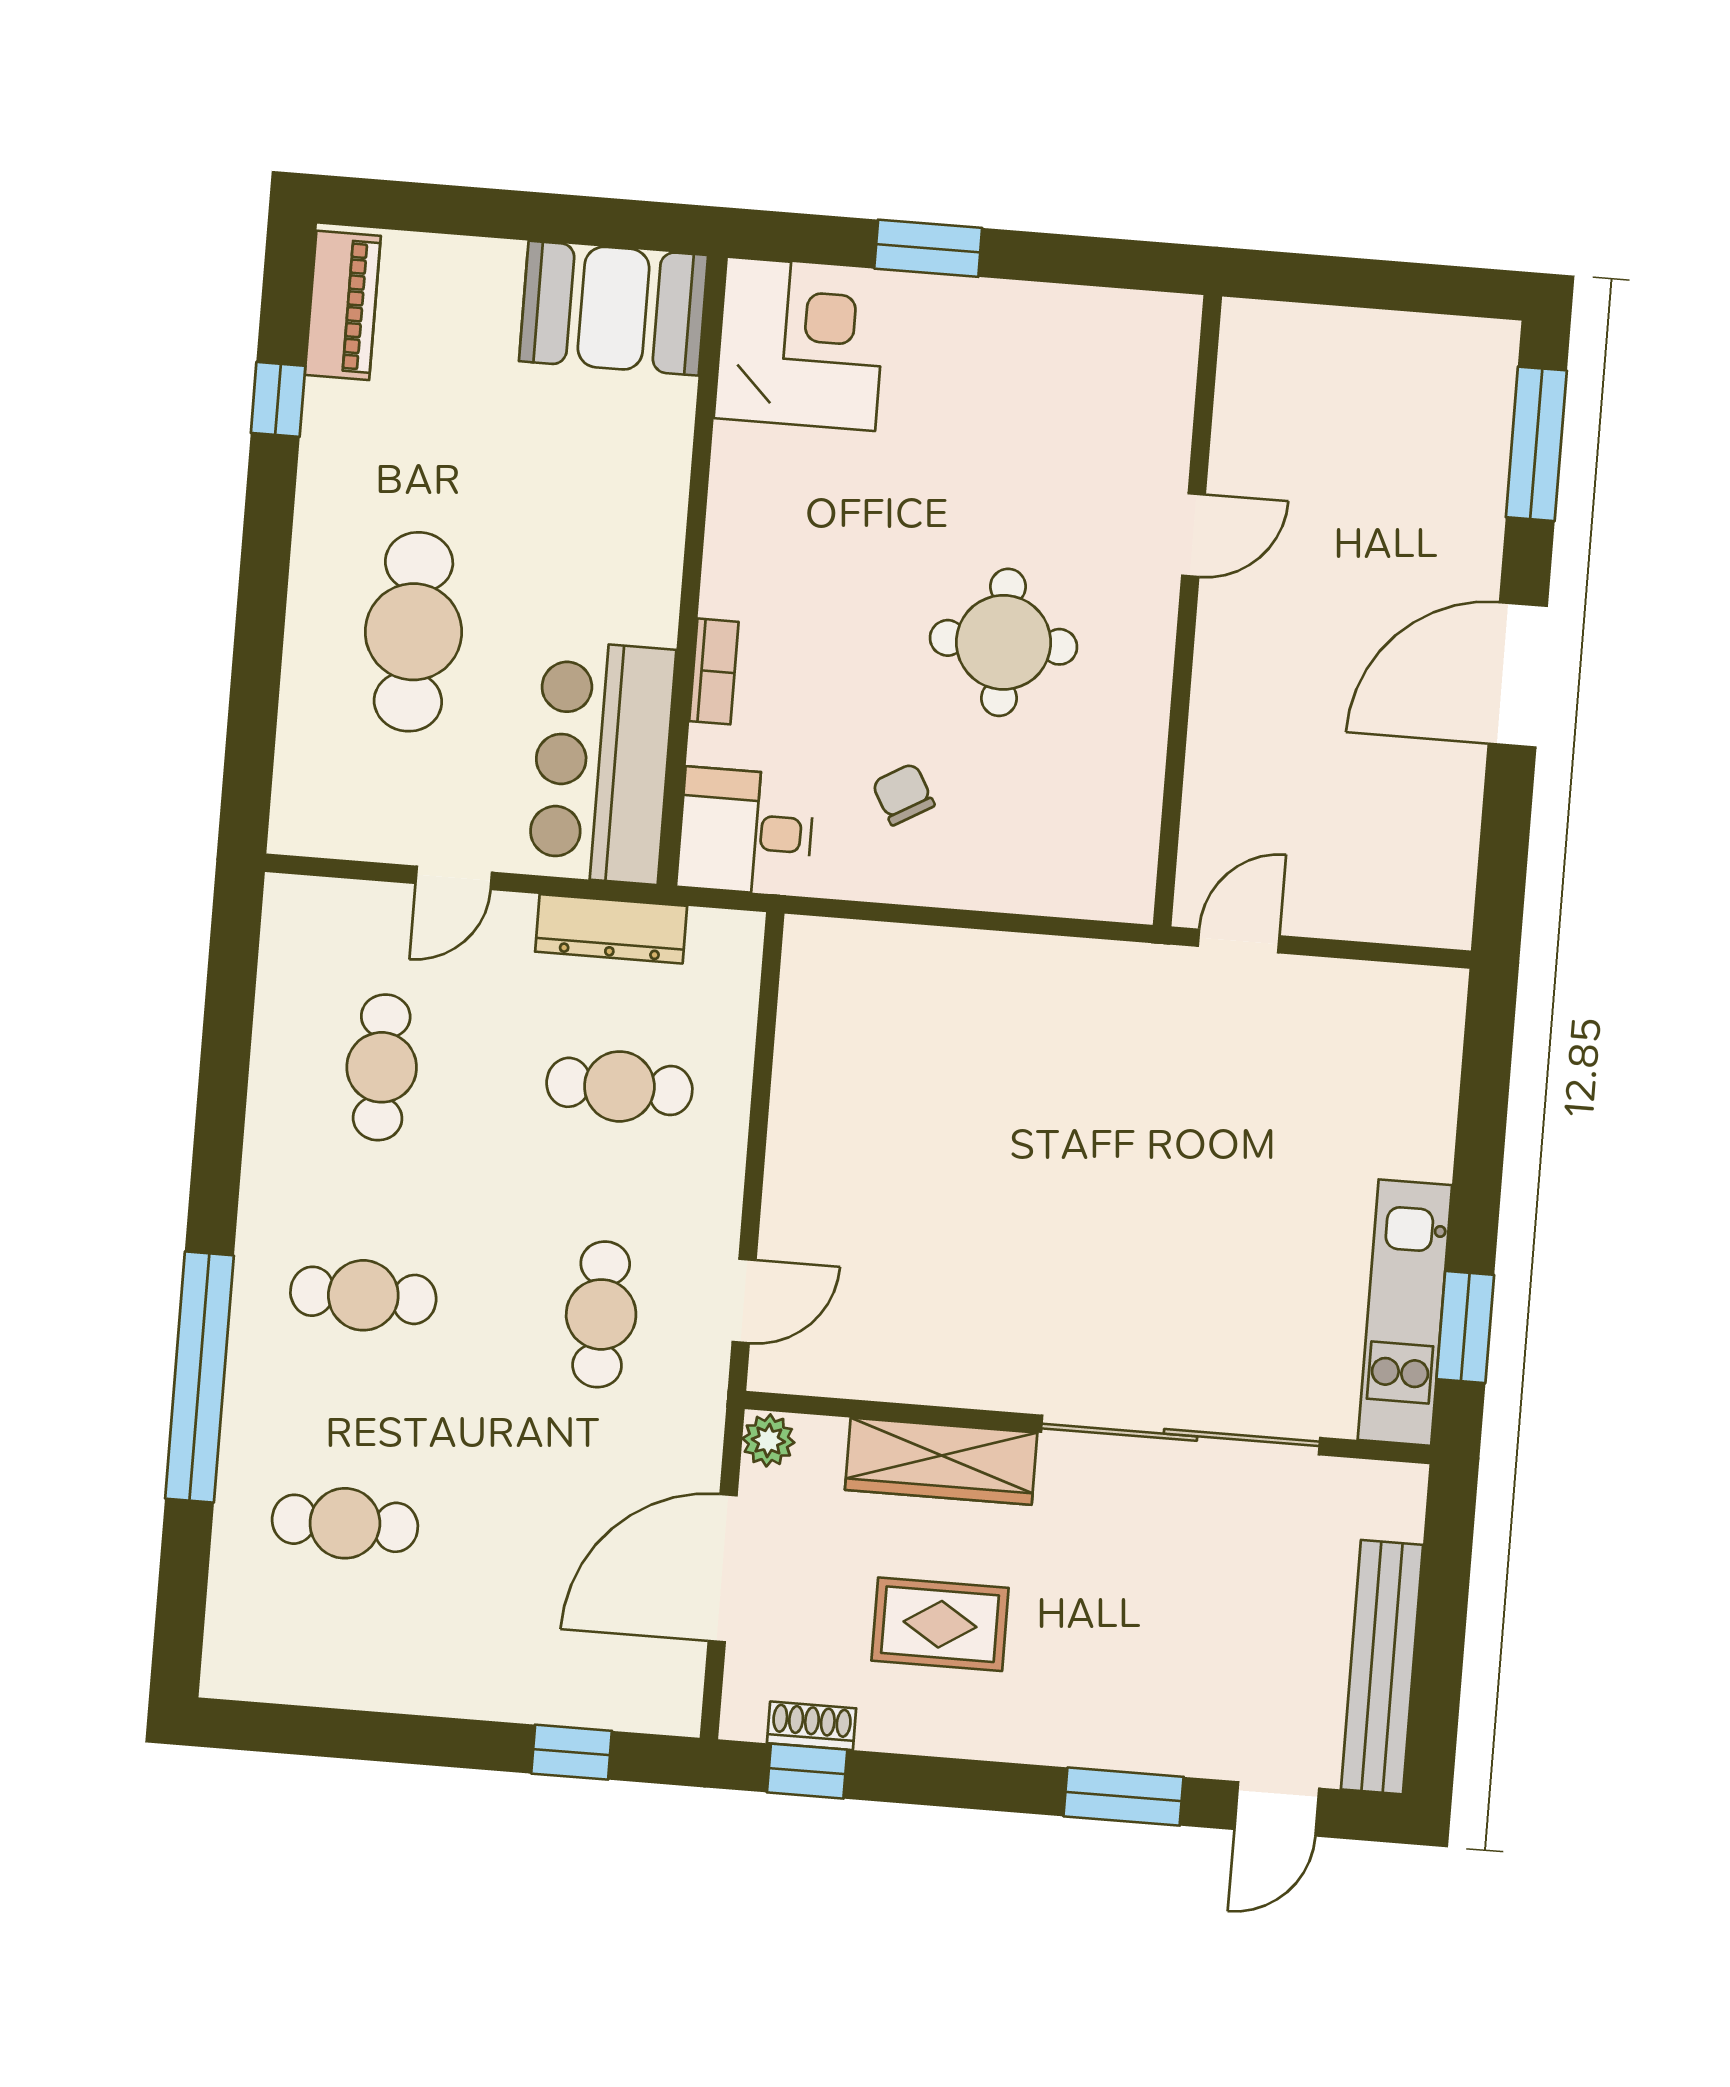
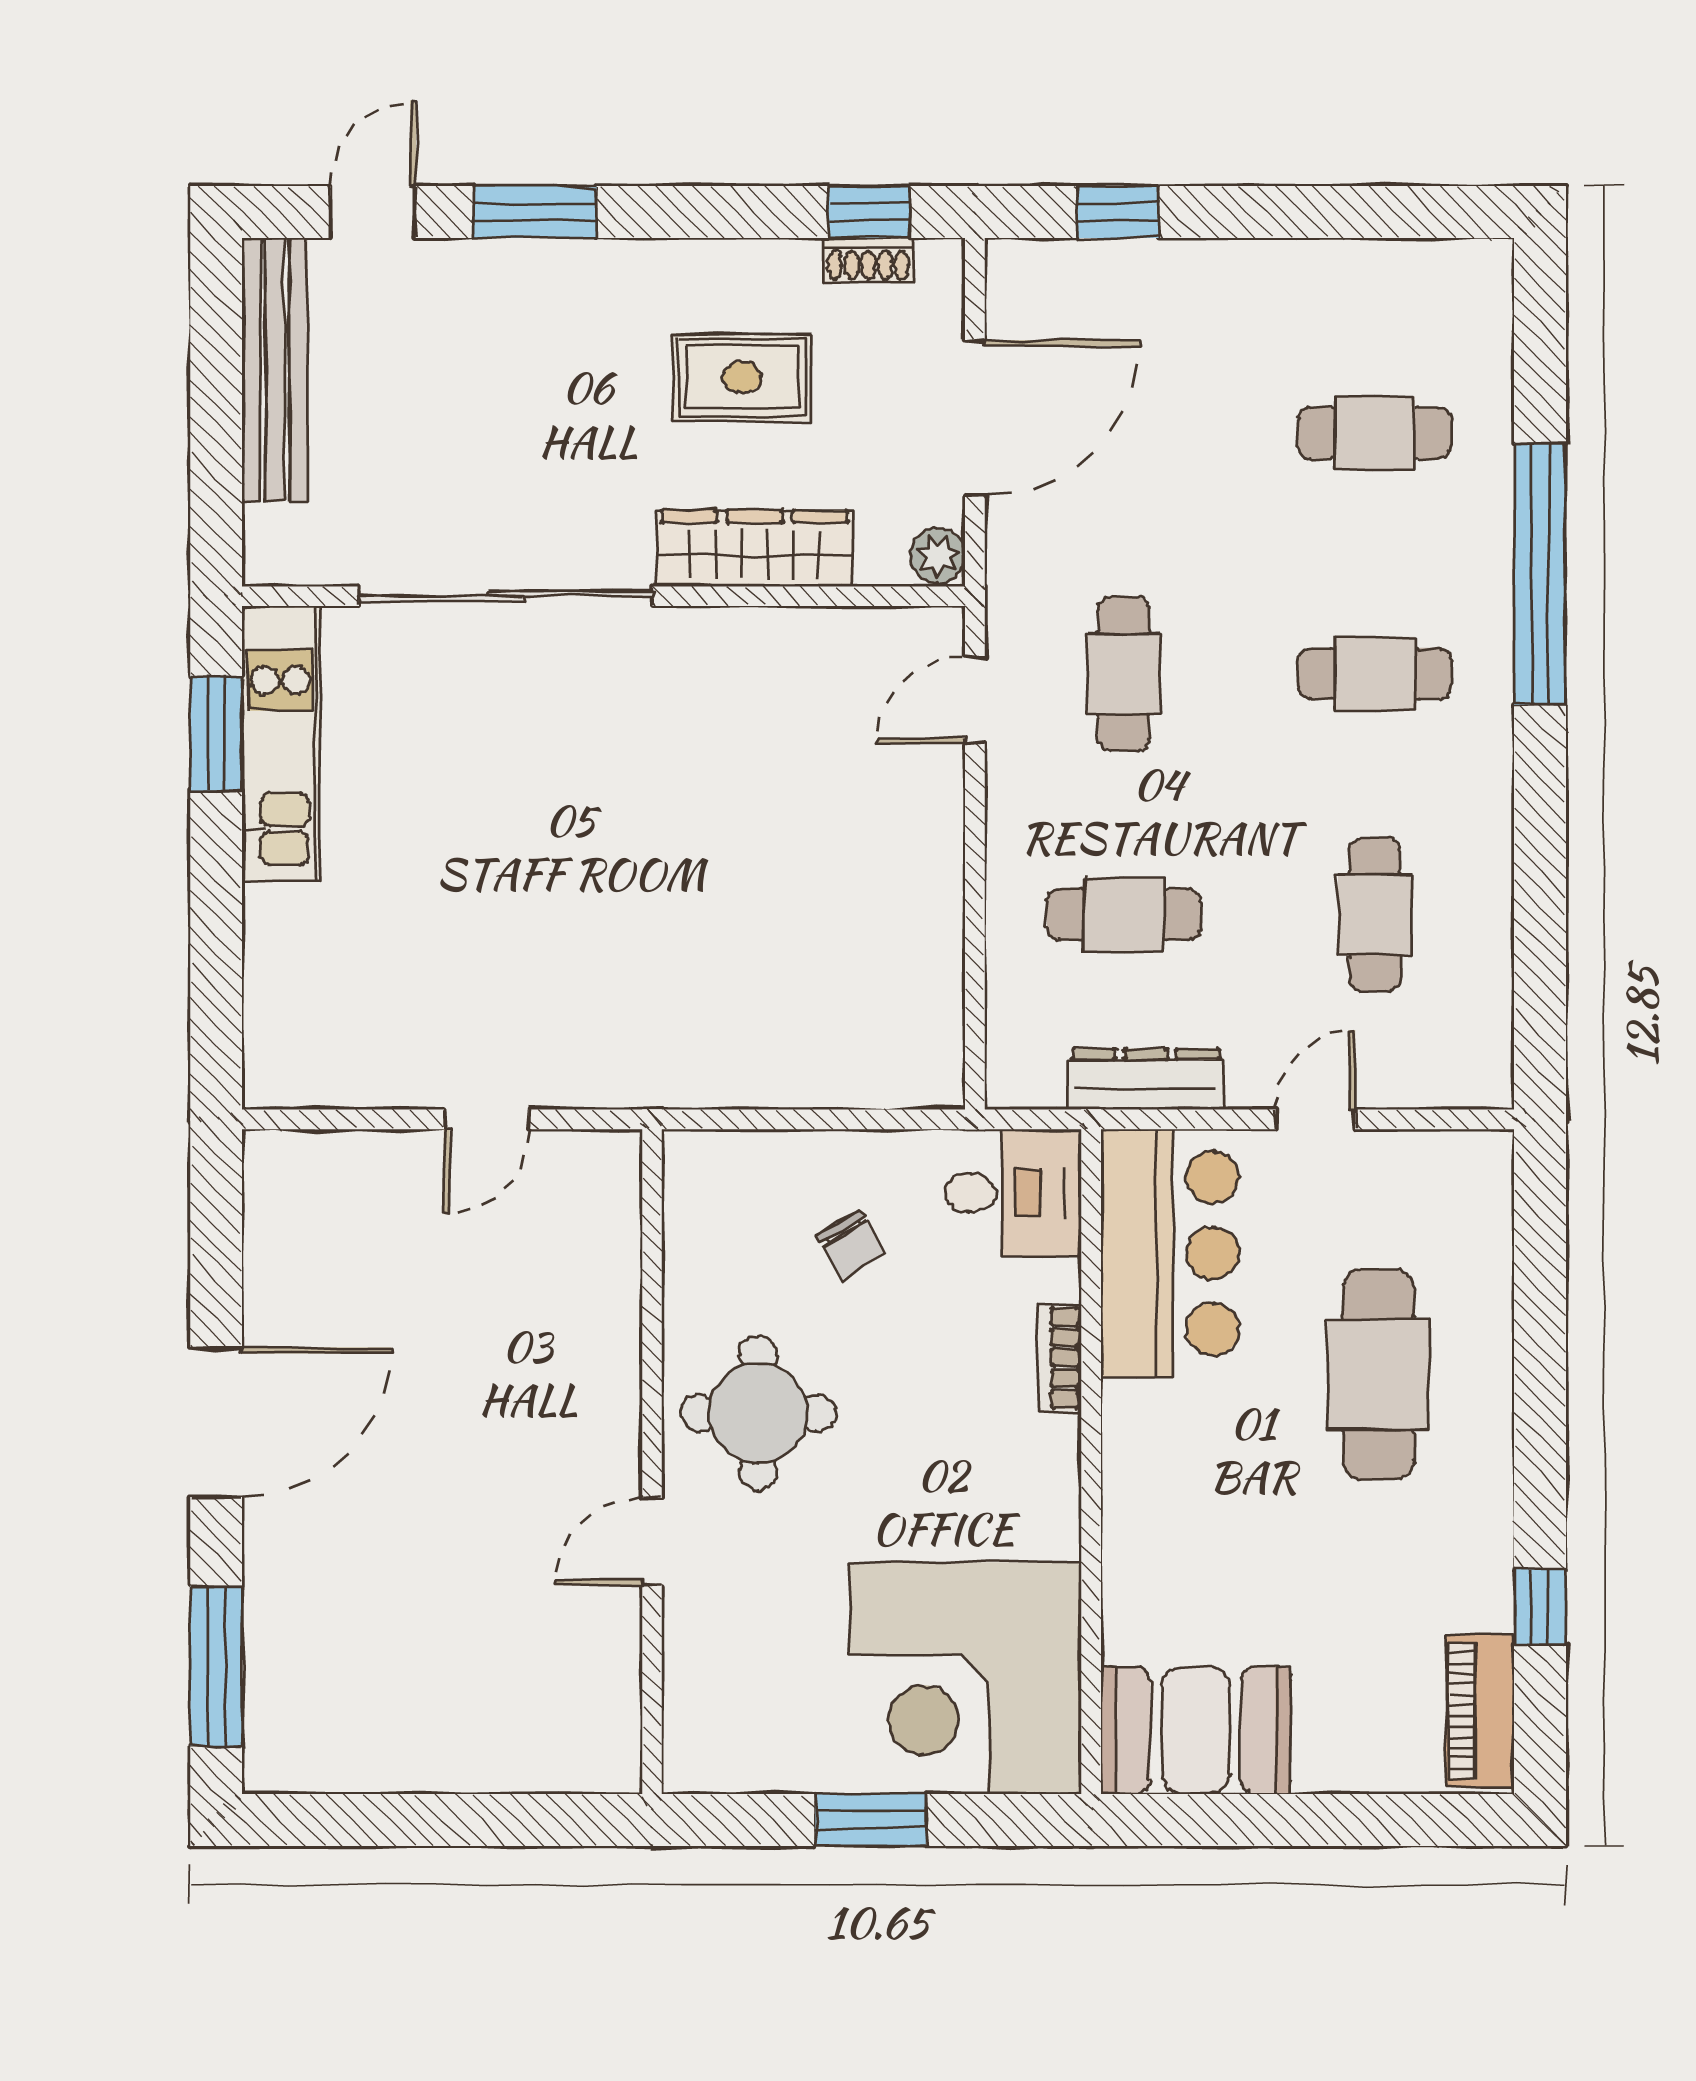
corner desk: (801, 344) -> (966, 1678), width x1.36, depth x1.36
door: (1193, 535) -> (652, 1541), moved
wall: (1187, 611) -> (652, 1462), moved

